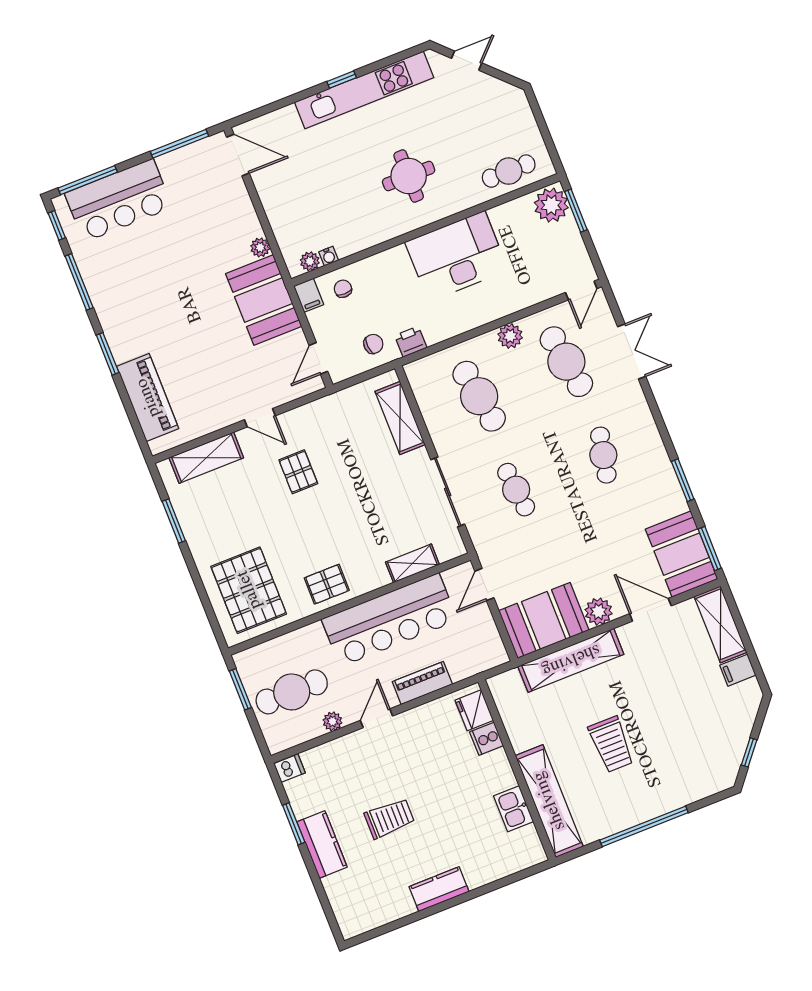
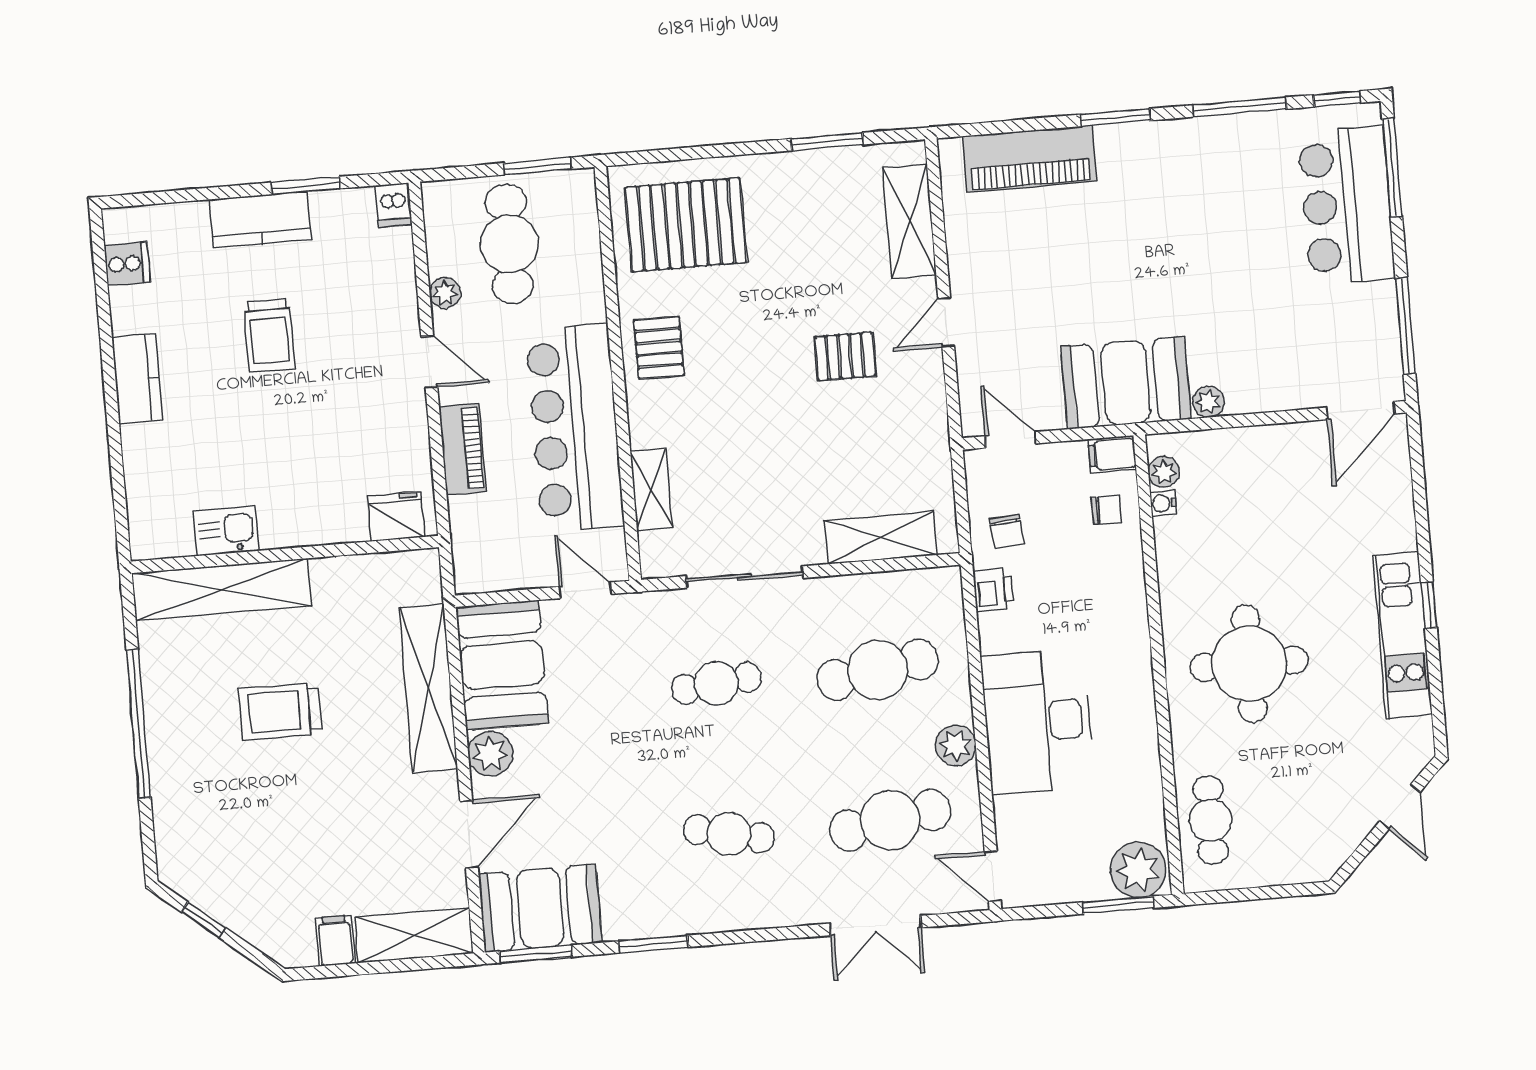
kitchen unit: (364, 90) -> (1403, 635), width x0.73
round table: (409, 176) -> (1249, 664), width x1.36, depth x1.36
desk: (457, 256) -> (1038, 722), moved, turned 180
cooker: (487, 739) -> (127, 264), moved, turned 90

